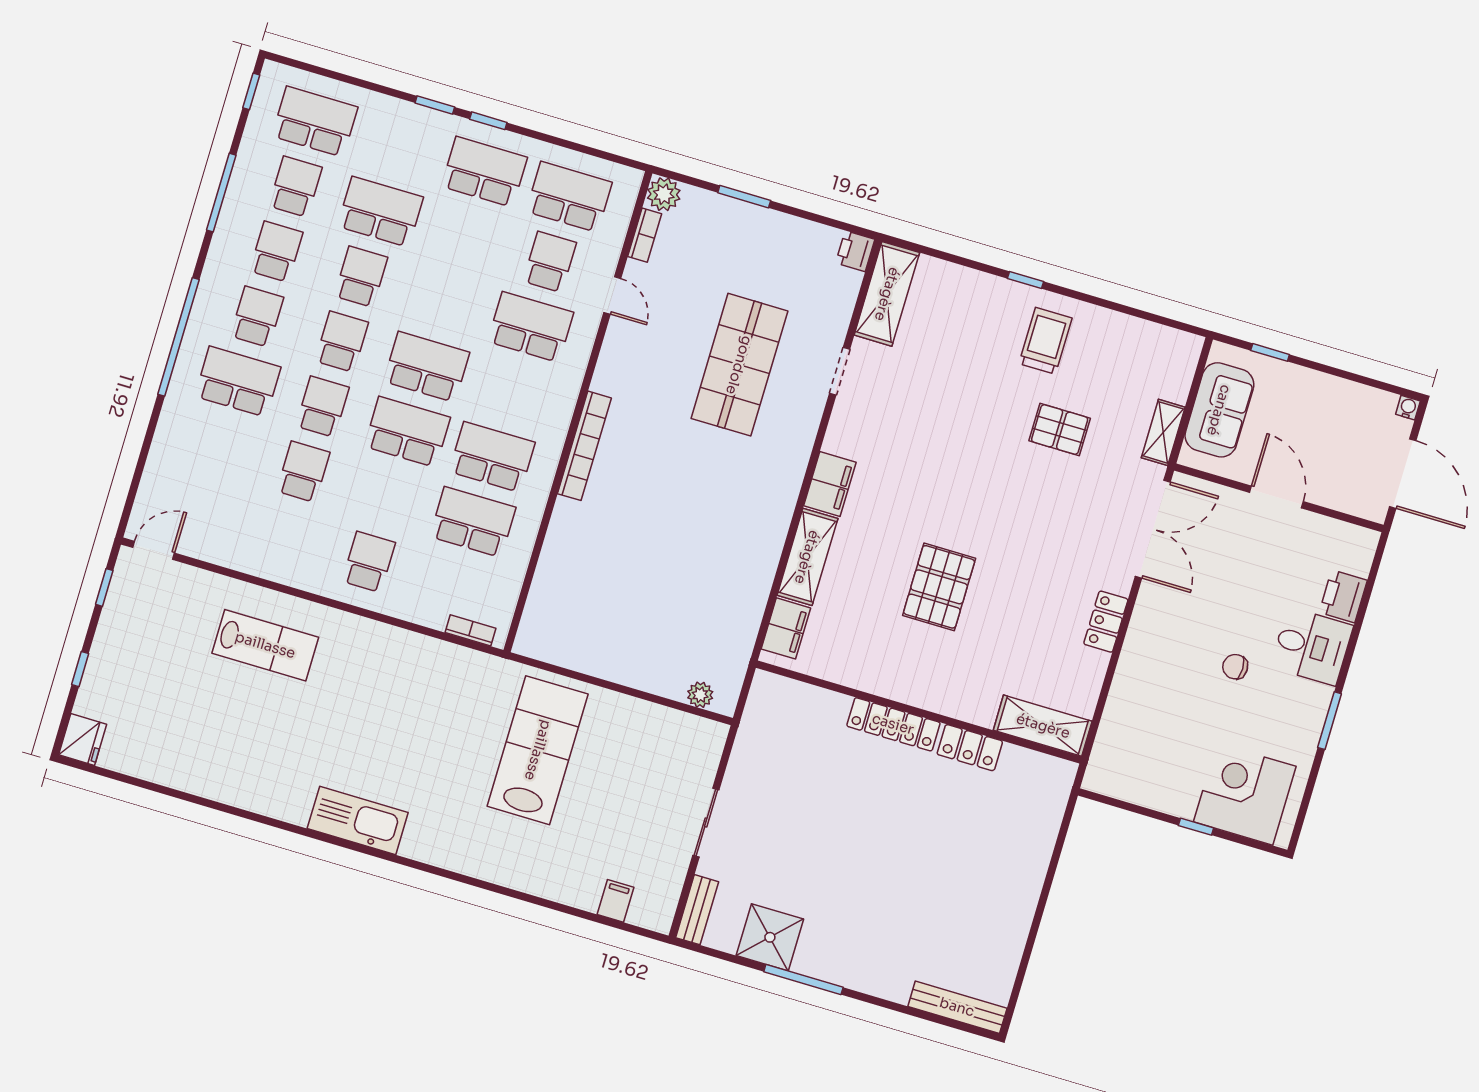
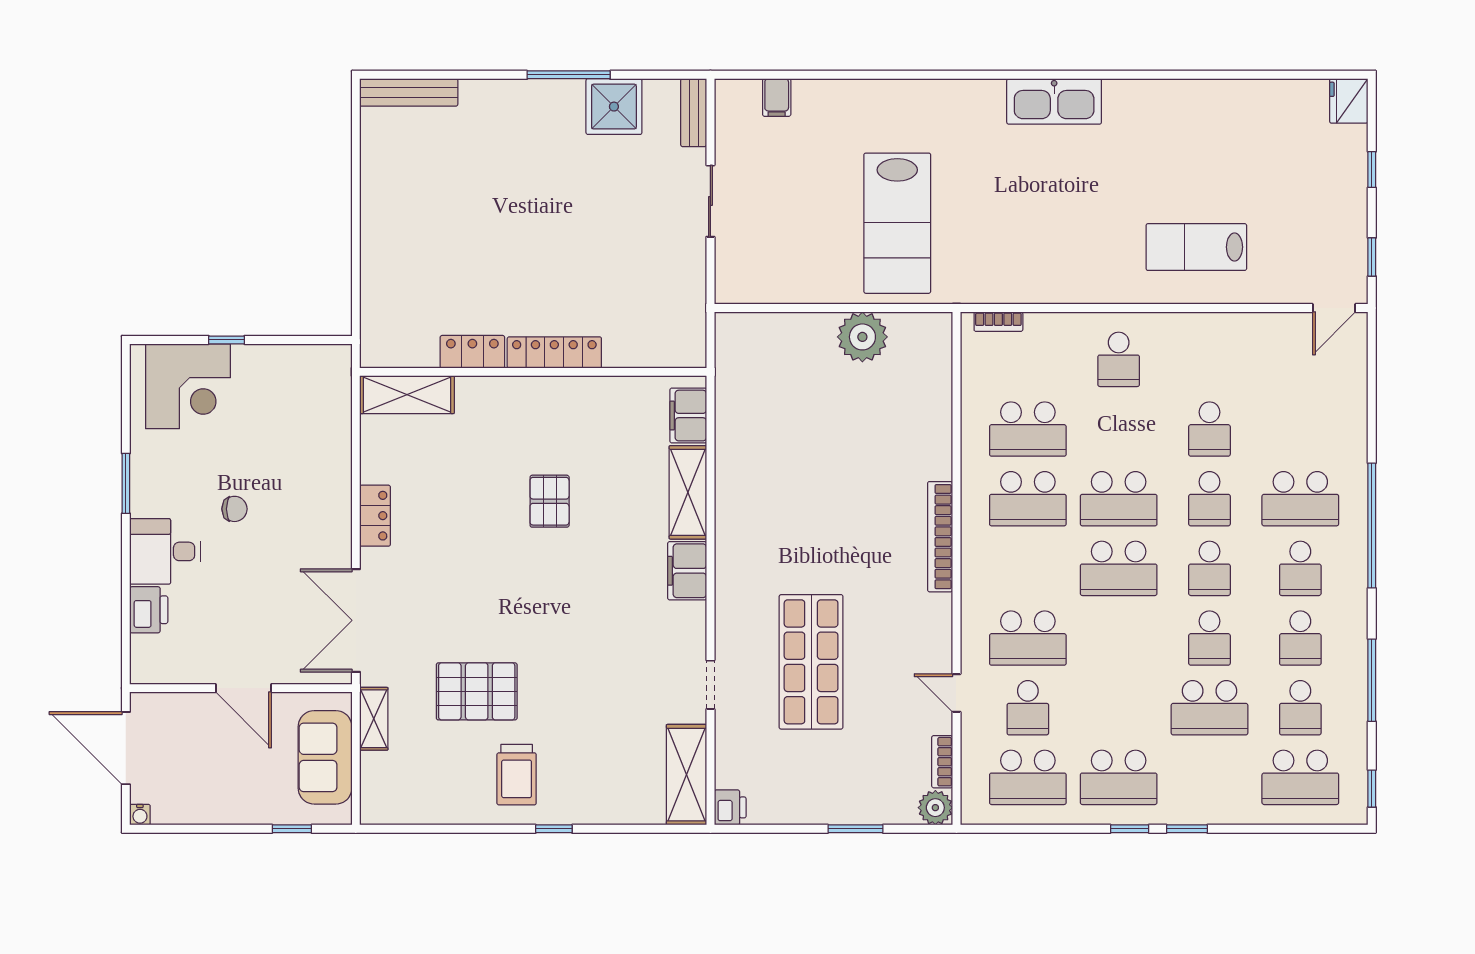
pallet: (1060, 429) -> (477, 691), width x1.50, depth x1.42
pallet: (939, 587) -> (550, 501), width x0.67, depth x0.71
plant: (700, 695) -> (862, 337), moved, width x1.87, depth x1.87

